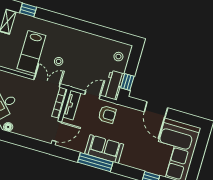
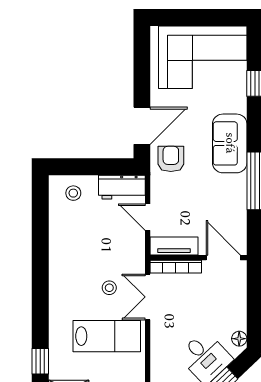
window: (127, 82) -> (110, 167), removed
door: (156, 110) -> (142, 126), moved
armchair: (107, 114) -> (171, 159), moved
sofa: (104, 149) -> (230, 143), moved

